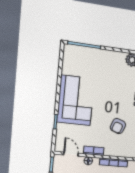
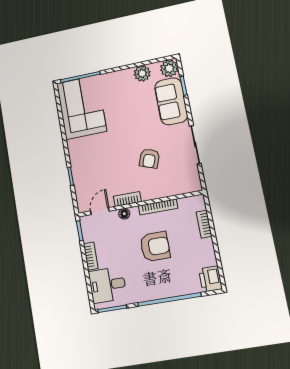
corner sofa: (76, 100) -> (82, 107), moved
door: (71, 154) -> (100, 211), hinge flipped

